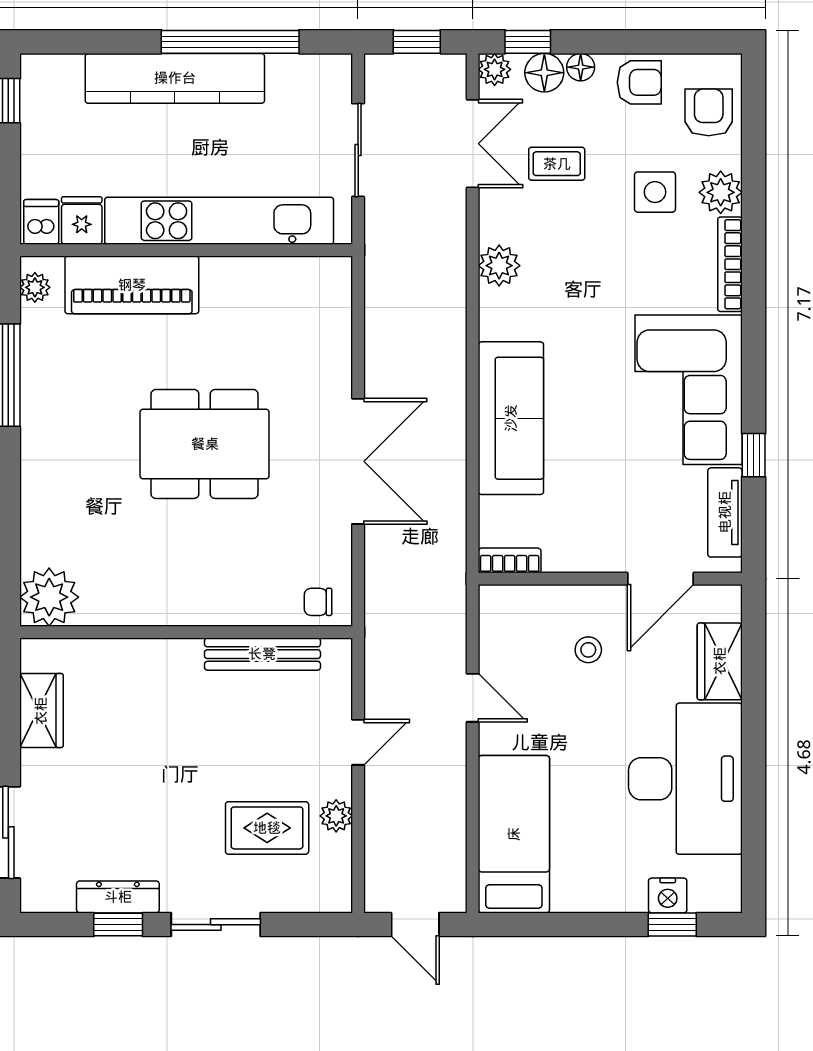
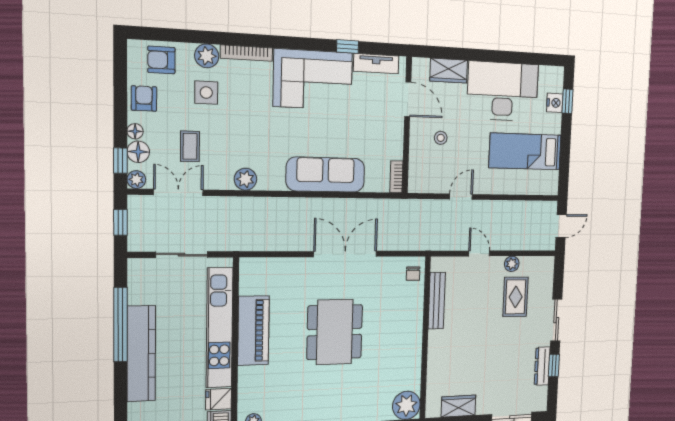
piano: (132, 285) -> (253, 331), moved
bed: (514, 834) -> (525, 151), moved

